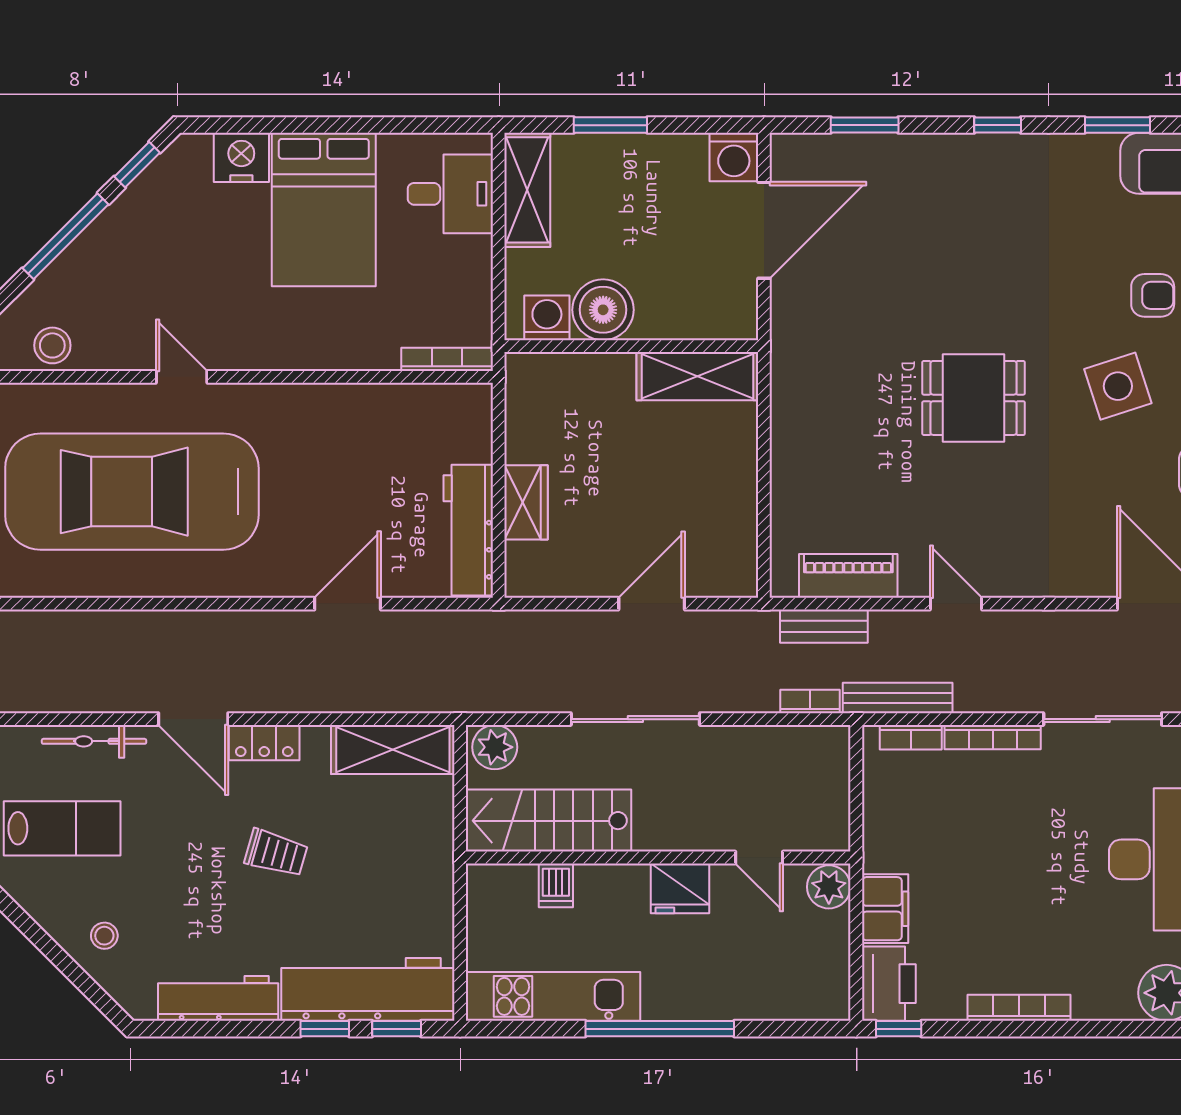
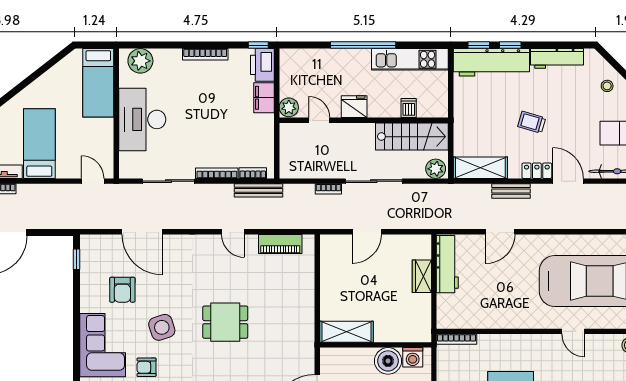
bench: (824, 626) -> (511, 191), moved
bookcase: (810, 701) -> (328, 189), moved

